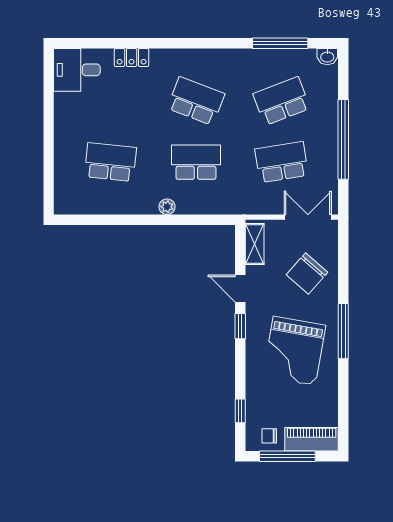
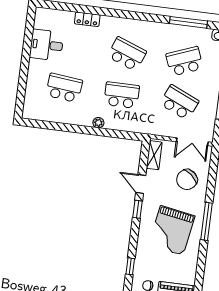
desk: (77, 70) -> (47, 45), moved
school desk: (282, 162) -> (179, 102), turned 33
double door: (308, 217) -> (192, 142), swing flipped

